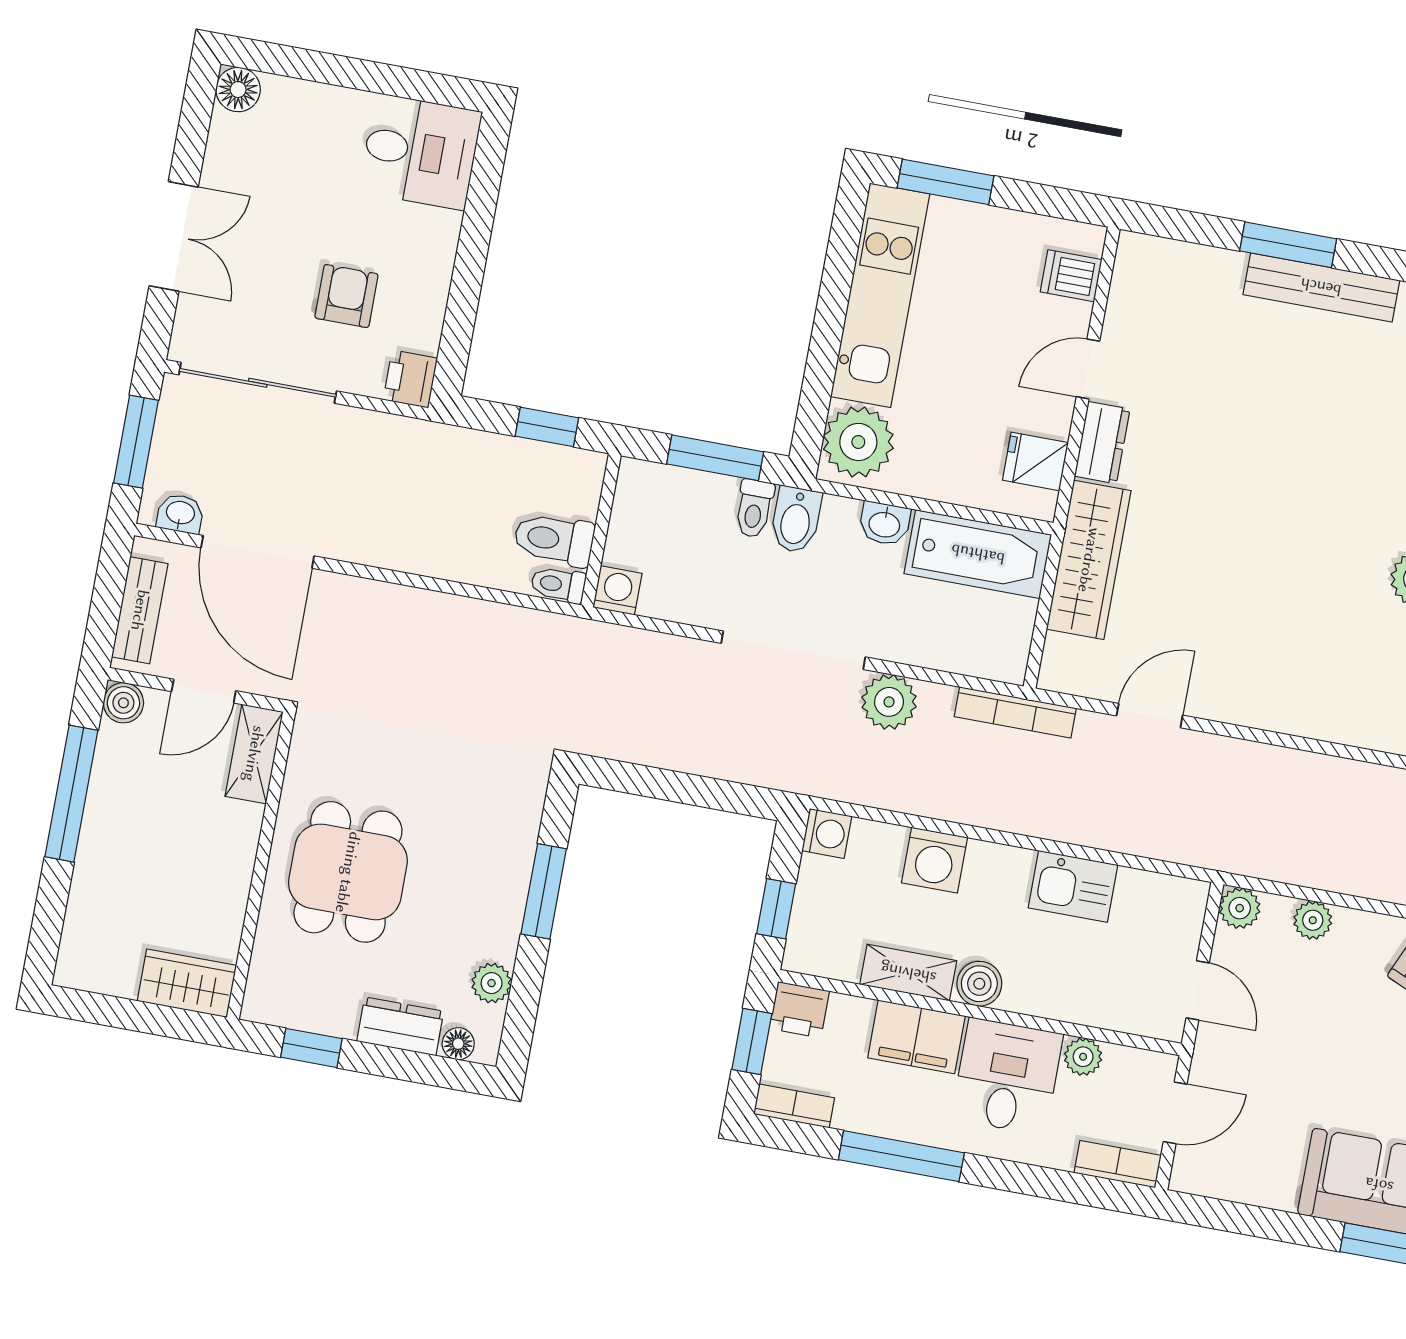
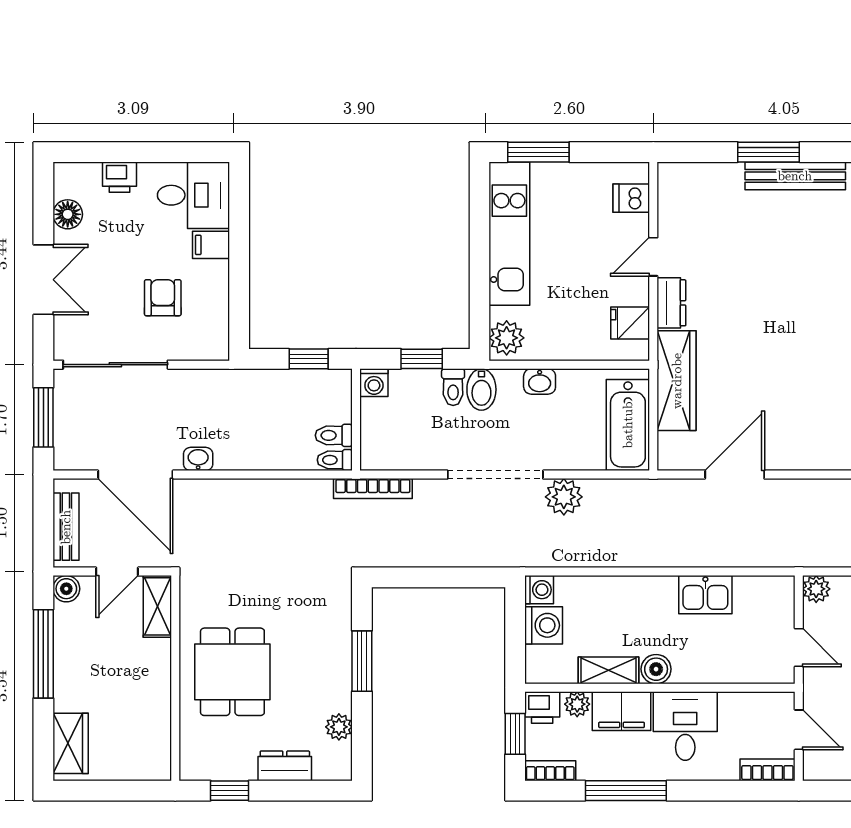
floor lamp: (238, 90) -> (68, 214), moved
filing cabinet: (433, 231) -> (211, 245), added
printer: (410, 379) -> (120, 177), moved, turned -90
plant: (858, 442) -> (507, 338), width x0.73, depth x0.73
window: (715, 458) -> (422, 359), width x0.67
washbasin: (180, 514) -> (198, 459), moved
toilet: (554, 539) -> (334, 435), width x0.73, depth x0.72
bathtub: (978, 554) -> (628, 425), moved, turned 90
washing machine: (617, 590) -> (374, 383), moved, turned 180
bookcase: (1015, 712) -> (373, 489), moved
door: (1150, 716) -> (735, 475), width x1.38
washing machine: (935, 860) -> (544, 625), moved, turned -90
window: (776, 909) -> (515, 645), removed
wardrobe: (187, 983) -> (71, 743), moved, turned 90
floor lamp: (458, 1044) -> (325, 770), removed
plant: (1083, 1057) -> (577, 704), moved
door: (1175, 1113) -> (799, 730), hinge flipped

